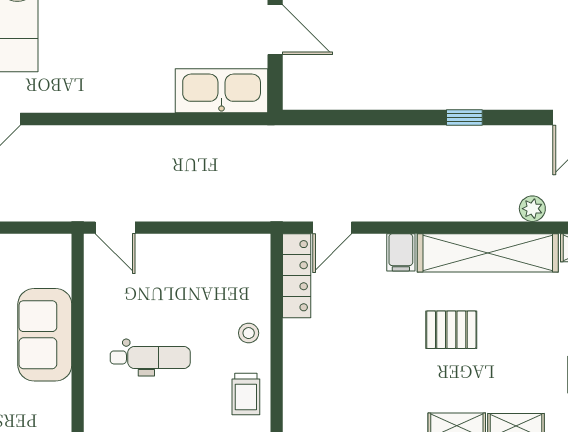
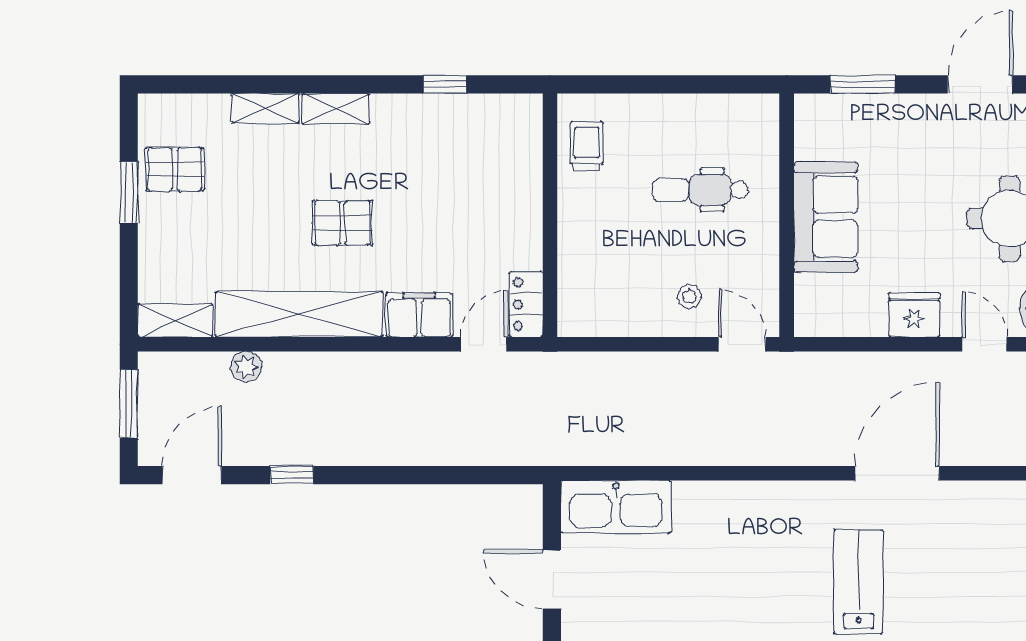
window: (464, 117) -> (292, 475), moved
filing cabinet: (401, 252) -> (419, 315), width x2.00
locker: (297, 276) -> (526, 304), width x0.66
stool: (249, 333) -> (689, 297), moved

